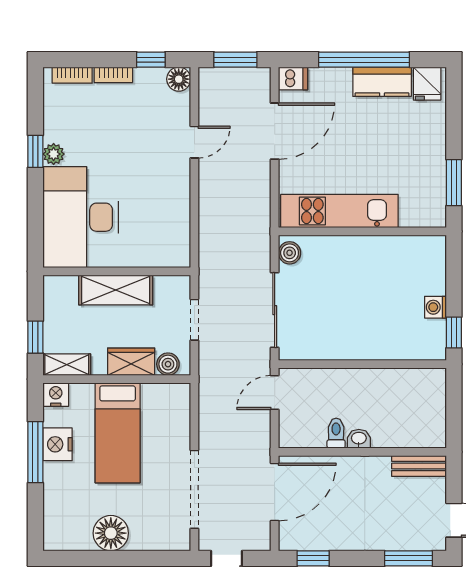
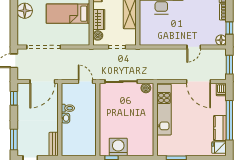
door: (194, 142) -> (194, 47), hinge flipped
washing machine: (435, 307) -> (118, 147), width x1.89, depth x1.89
door: (275, 492) -> (42, 82), hinge flipped

